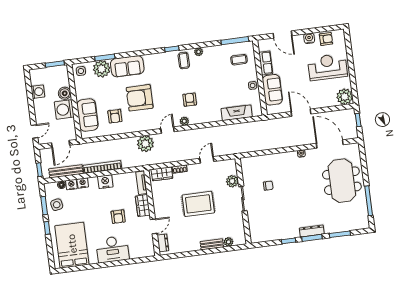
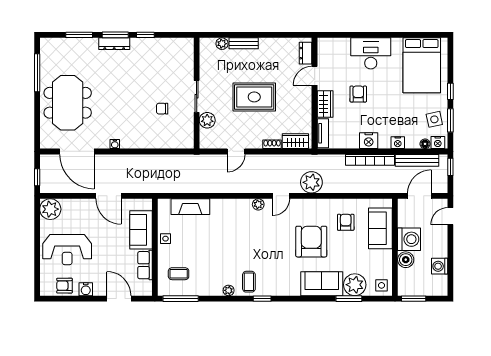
armchair: (140, 98) -> (311, 242), turned -90
armchair: (190, 100) -> (248, 231), removed
nightstand: (71, 185) -> (438, 143), moved

